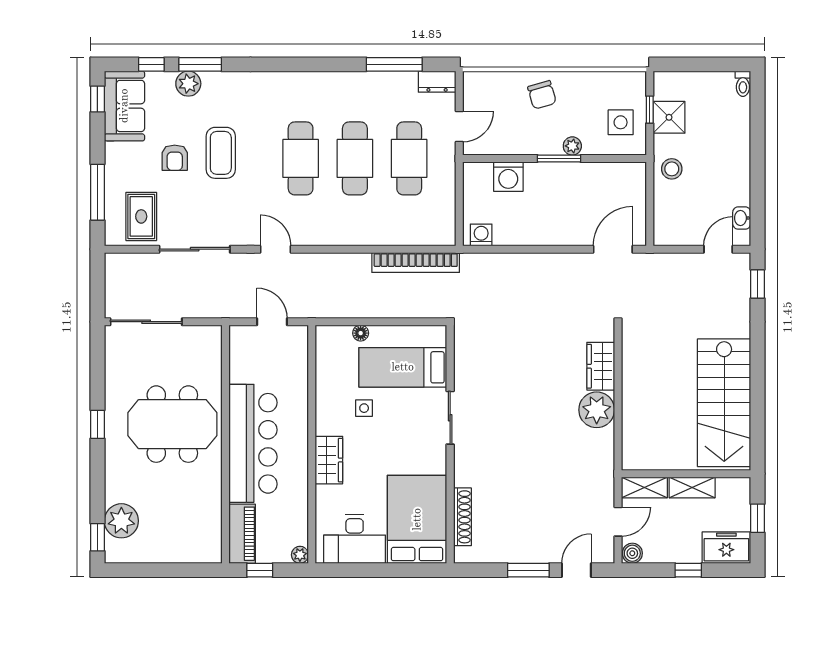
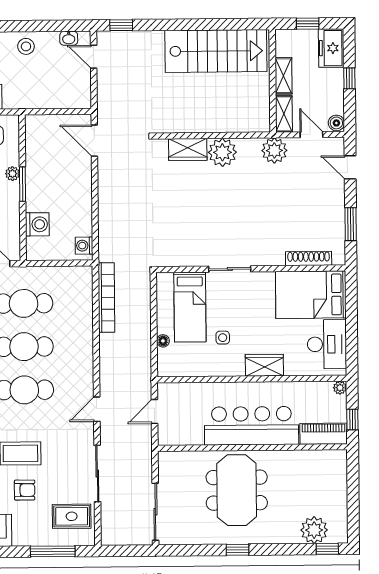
stool: (672, 169) -> (26, 46), moved
plant: (598, 475) -> (274, 150), added
window: (528, 570) -> (351, 224), moved

